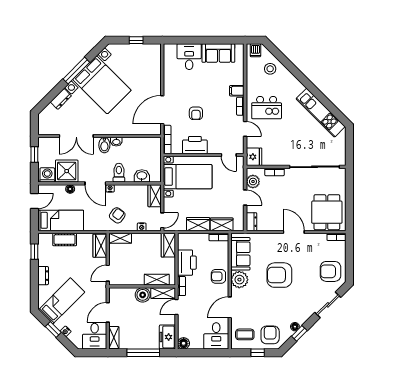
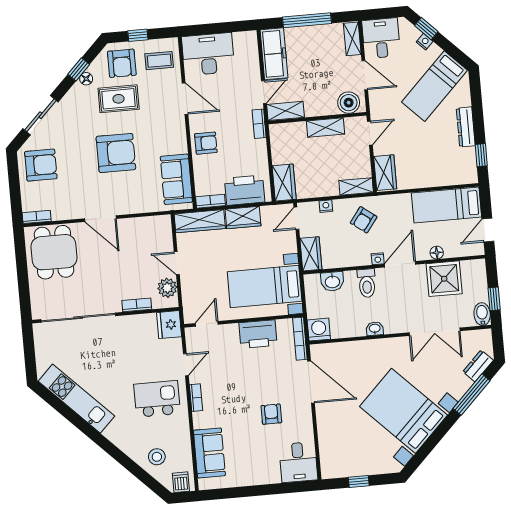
sofa: (218, 53) -> (209, 453), moved, turned 90
desk: (189, 57) -> (298, 462), moved
window: (76, 71) -> (472, 395), moved
filing cabinet: (237, 91) -> (203, 420), removed
dresser: (61, 99) -> (478, 366), moved
door: (162, 110) -> (311, 382), hinge flipped
armchair: (196, 113) -> (271, 414), moved
door: (245, 129) -> (186, 365), swing flipped
double door: (76, 136) -> (435, 332), swing flipped
bidet: (104, 145) -> (482, 314), moved
door: (229, 155) -> (207, 324), hinge flipped
washing machine: (47, 175) -> (319, 330), moved, turned 180
door: (95, 183) -> (400, 264), hinge flipped
dresser: (251, 222) -> (164, 228), removed
wardrobe: (222, 224) -> (200, 221), width x1.50
cot: (65, 240) -> (438, 177), removed
printer: (187, 263) -> (245, 190), moved, turned 90
dresser: (43, 276) -> (466, 127), width x1.44
shelving: (157, 280) -> (325, 127), moved
plant: (239, 280) -> (174, 141), removed
boiler: (143, 295) -> (349, 103), moved
door: (230, 307) -> (185, 99), hinge flipped
rug: (274, 311) -> (119, 99), added
door: (108, 312) -> (365, 75), hinge flipped
window: (53, 329) -> (426, 29), moved
desk: (216, 336) -> (208, 54), width x1.37
freezer: (167, 337) -> (274, 54), width x1.40
floor lamp: (184, 343) -> (249, 39), removed

